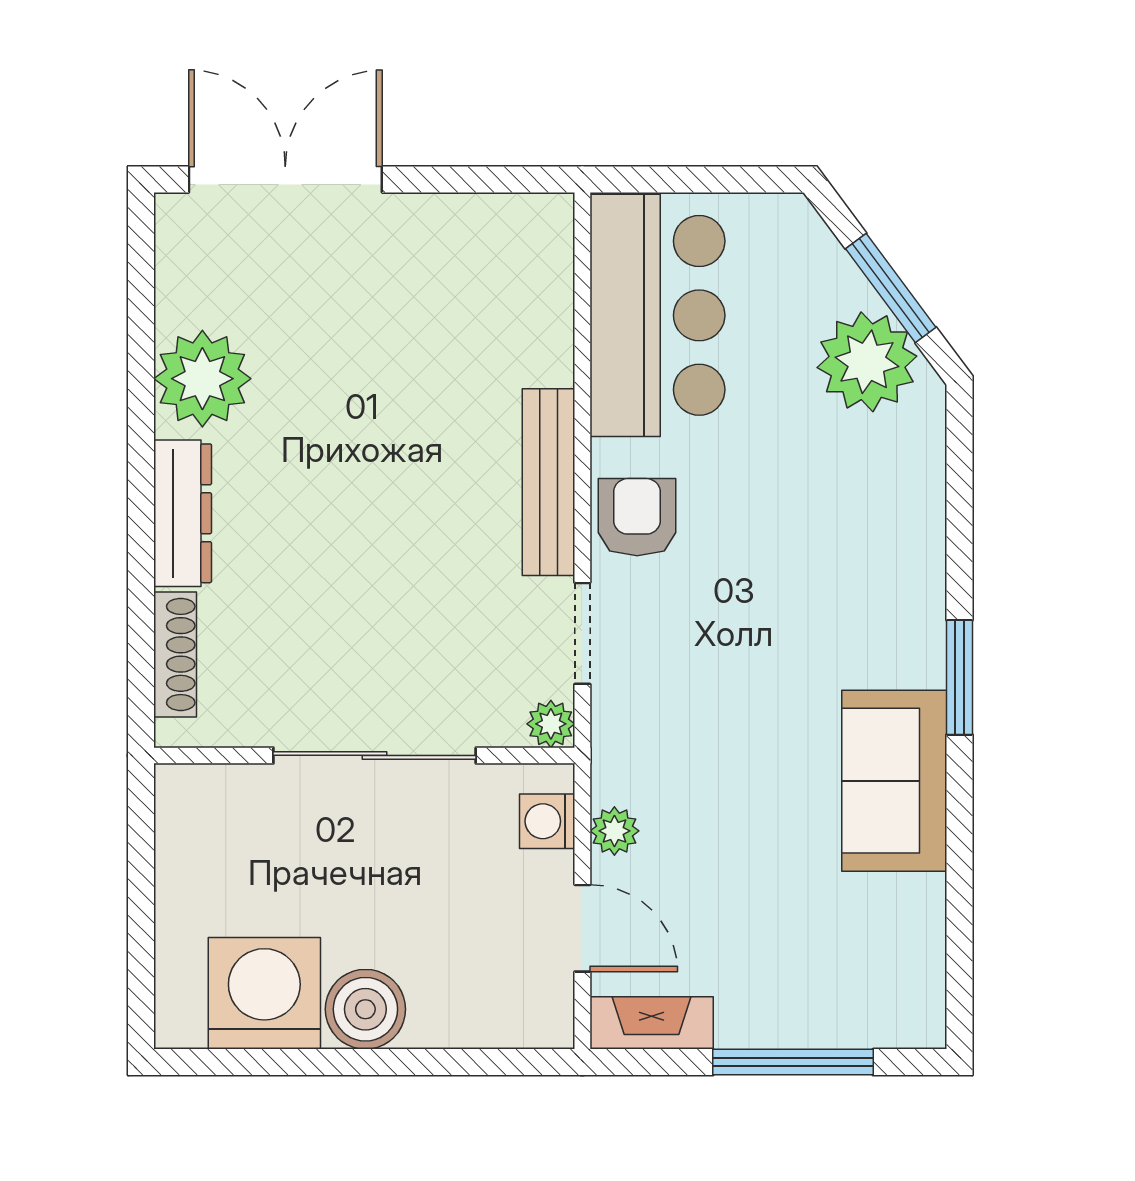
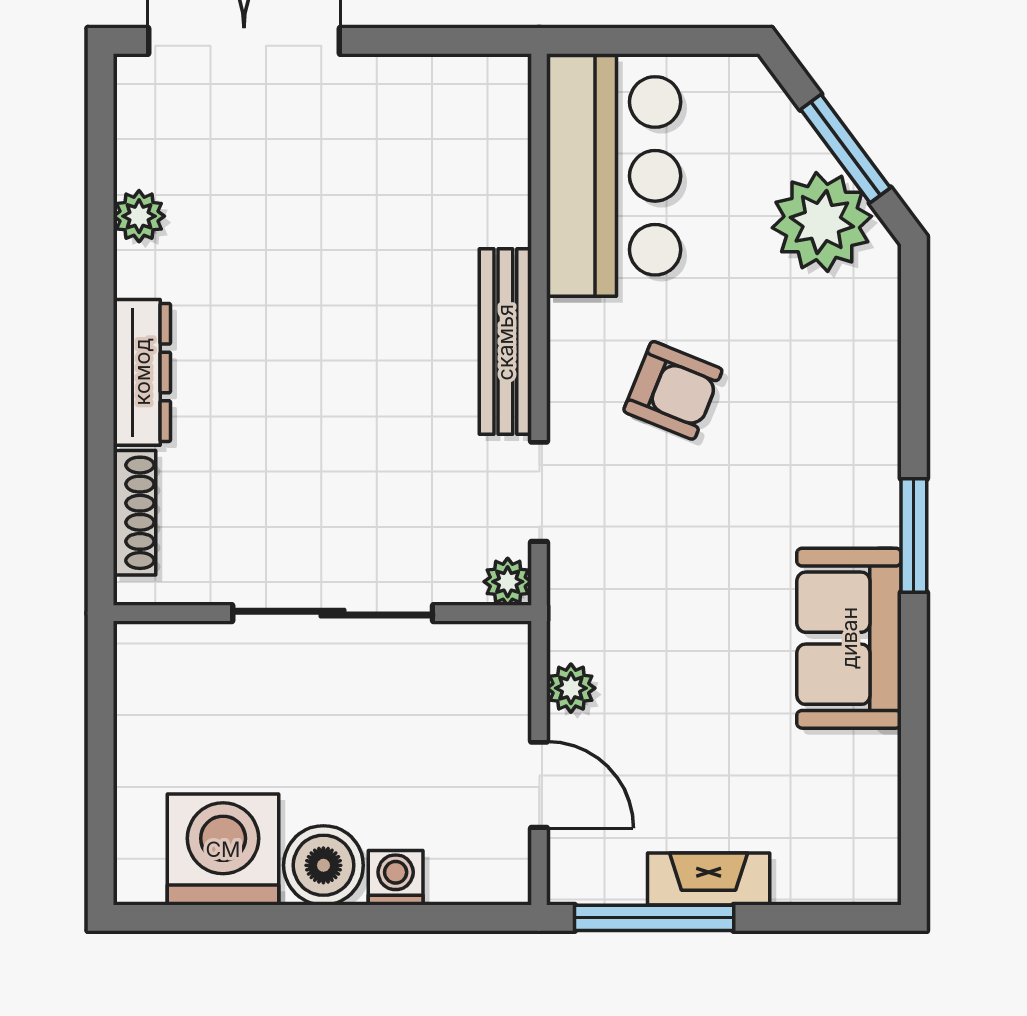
plant: (202, 379) -> (139, 216), width x0.53, depth x0.53
armchair: (637, 517) -> (673, 390), moved, turned 112
washing machine: (547, 821) -> (396, 878), moved, turned 90
fireplace: (652, 1023) -> (709, 879), moved
window: (793, 1062) -> (654, 918), moved

